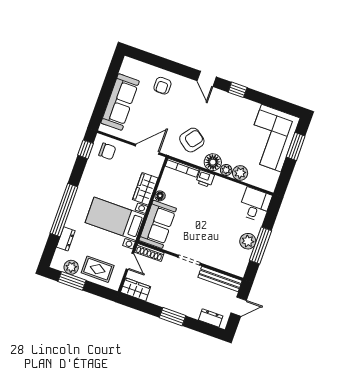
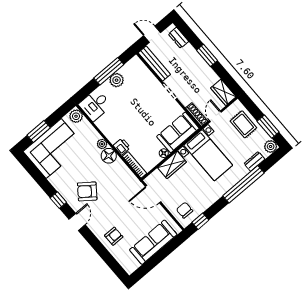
armchair: (192, 140) -> (87, 191), moved
plant: (240, 173) -> (76, 116), moved
plant: (71, 267) -> (271, 146), moved

